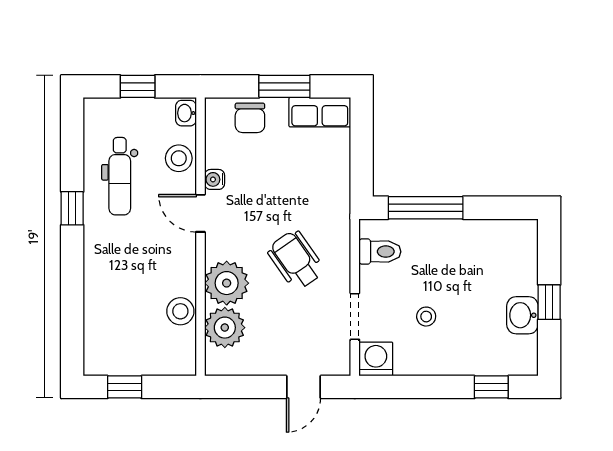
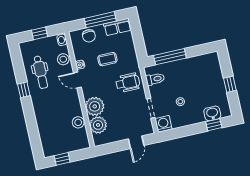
window: (284, 86) -> (100, 20), width x1.44
coffee table: (280, 181) -> (107, 59), added
wheelchair: (296, 260) -> (128, 83), moved, turned 125
washbasin: (522, 315) -> (212, 113), moved, turned 90

